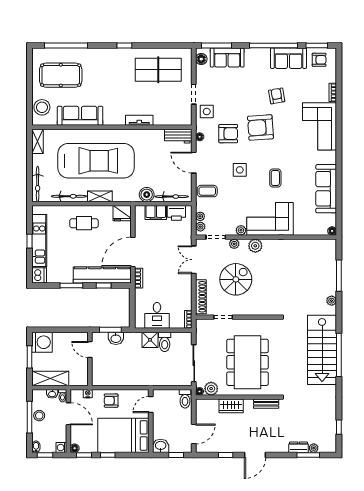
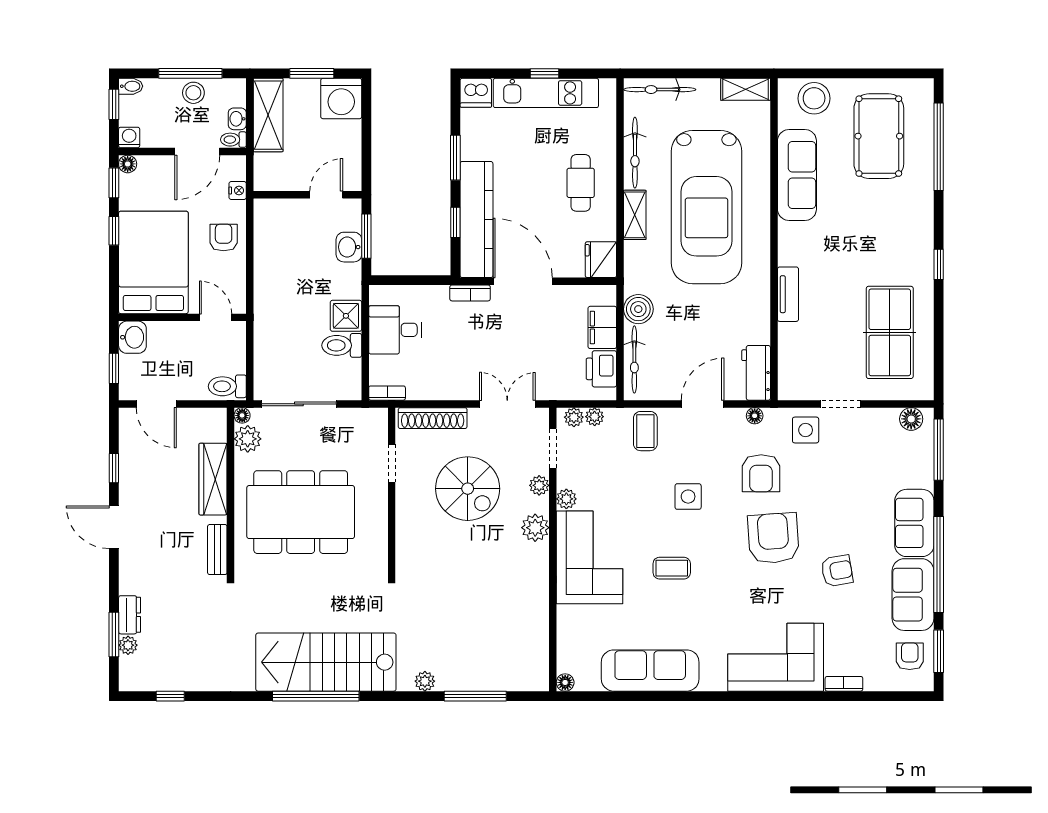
sofa: (227, 57) -> (914, 523), moved
armchair: (319, 60) -> (910, 656), turned 180
wardrobe: (231, 406) -> (213, 479), width x1.50

